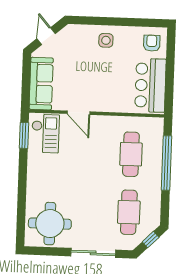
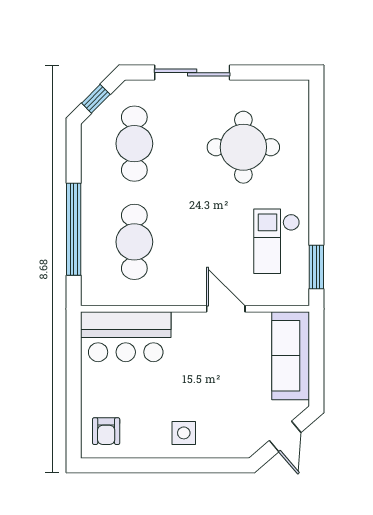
bar counter: (150, 85) -> (126, 337), moved, turned 90
checkout: (45, 134) -> (277, 241), moved
round table: (50, 224) -> (243, 147), moved

